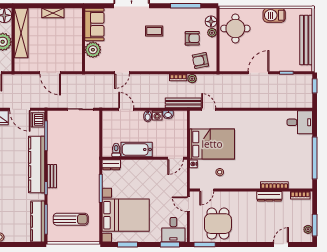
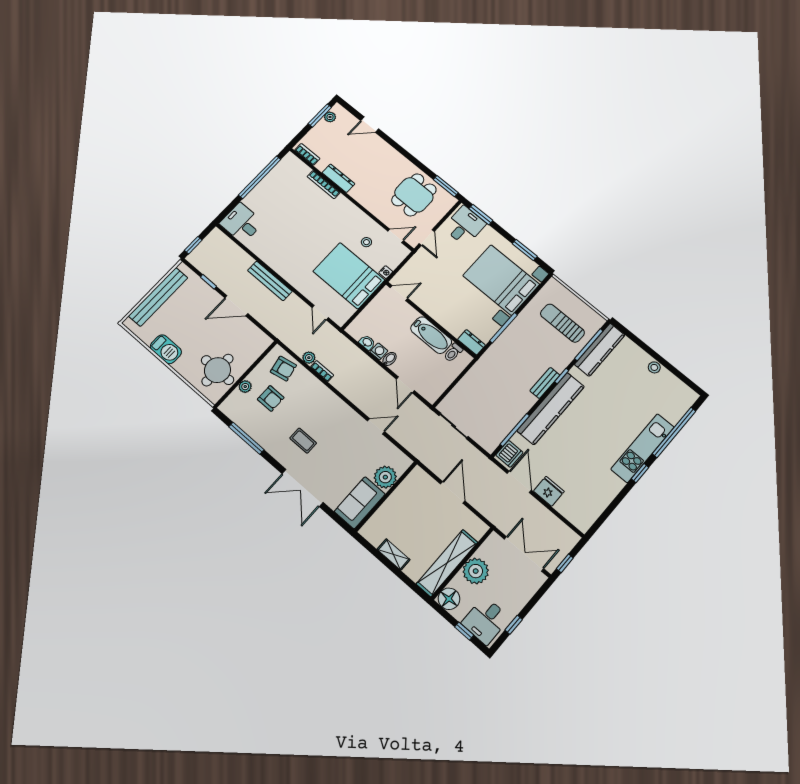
floor lamp: (211, 22) -> (236, 399), removed
armchair: (192, 38) -> (271, 398), turned 180
bench: (183, 103) -> (270, 281), moved

